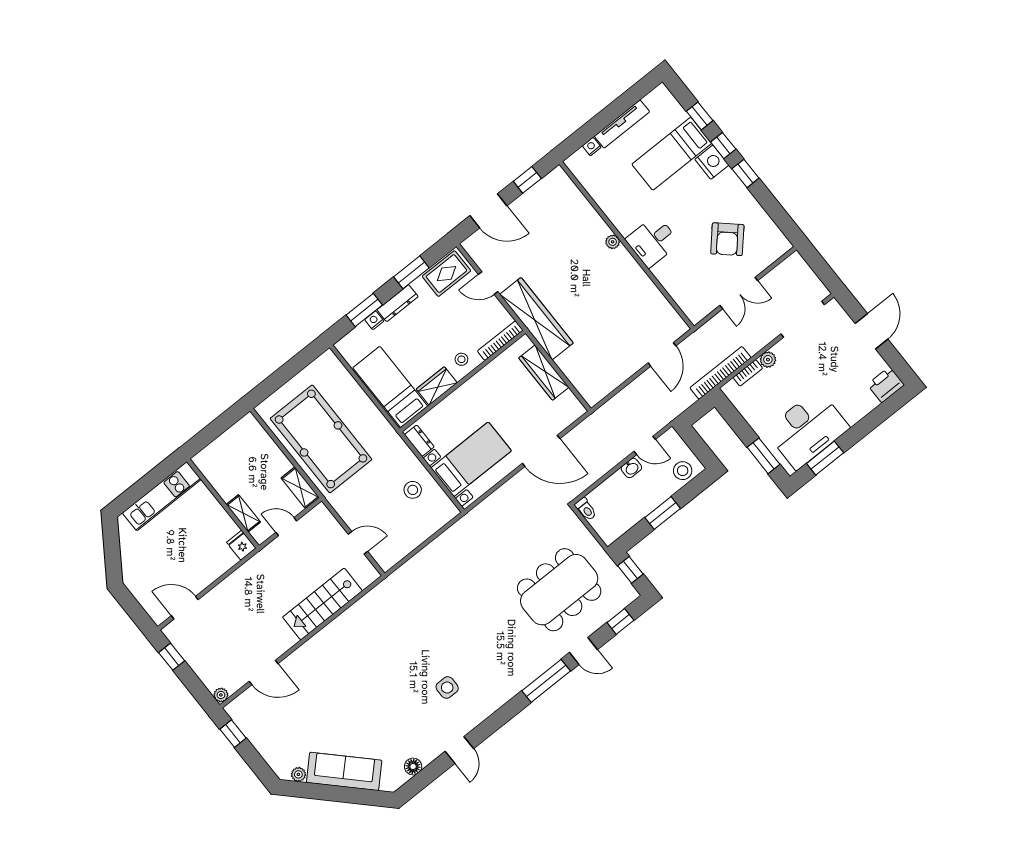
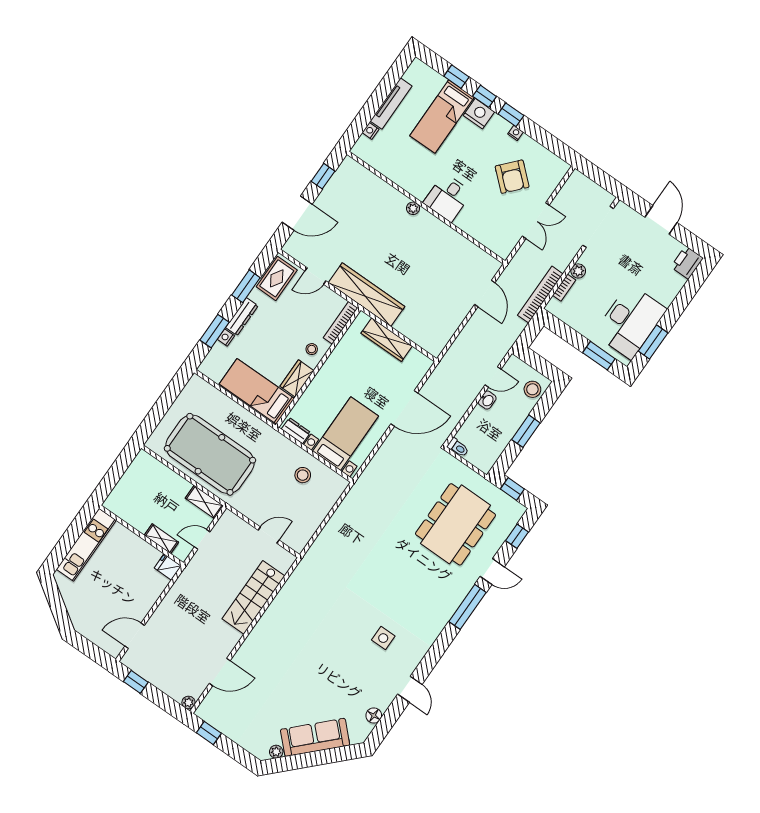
nightstand: (745, 194) -> (516, 133), added

